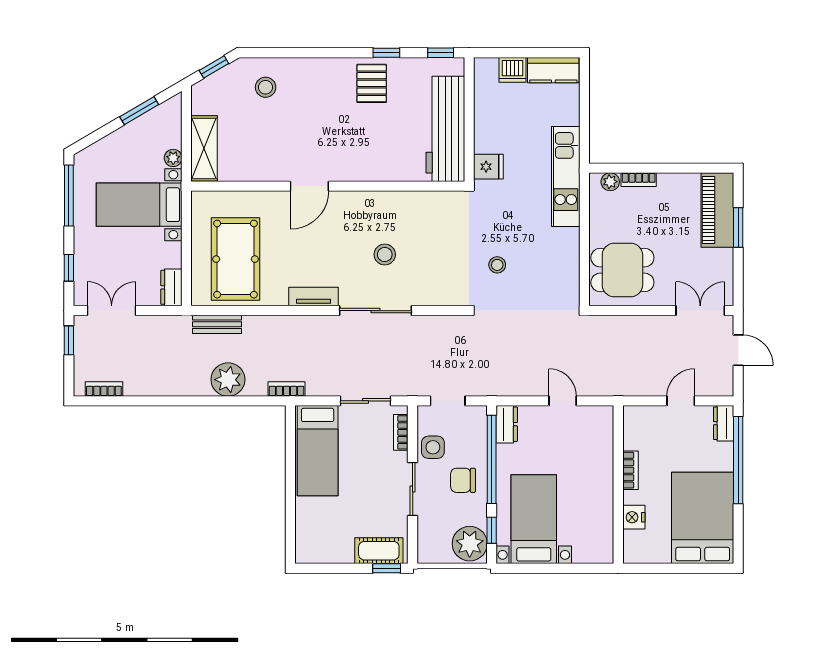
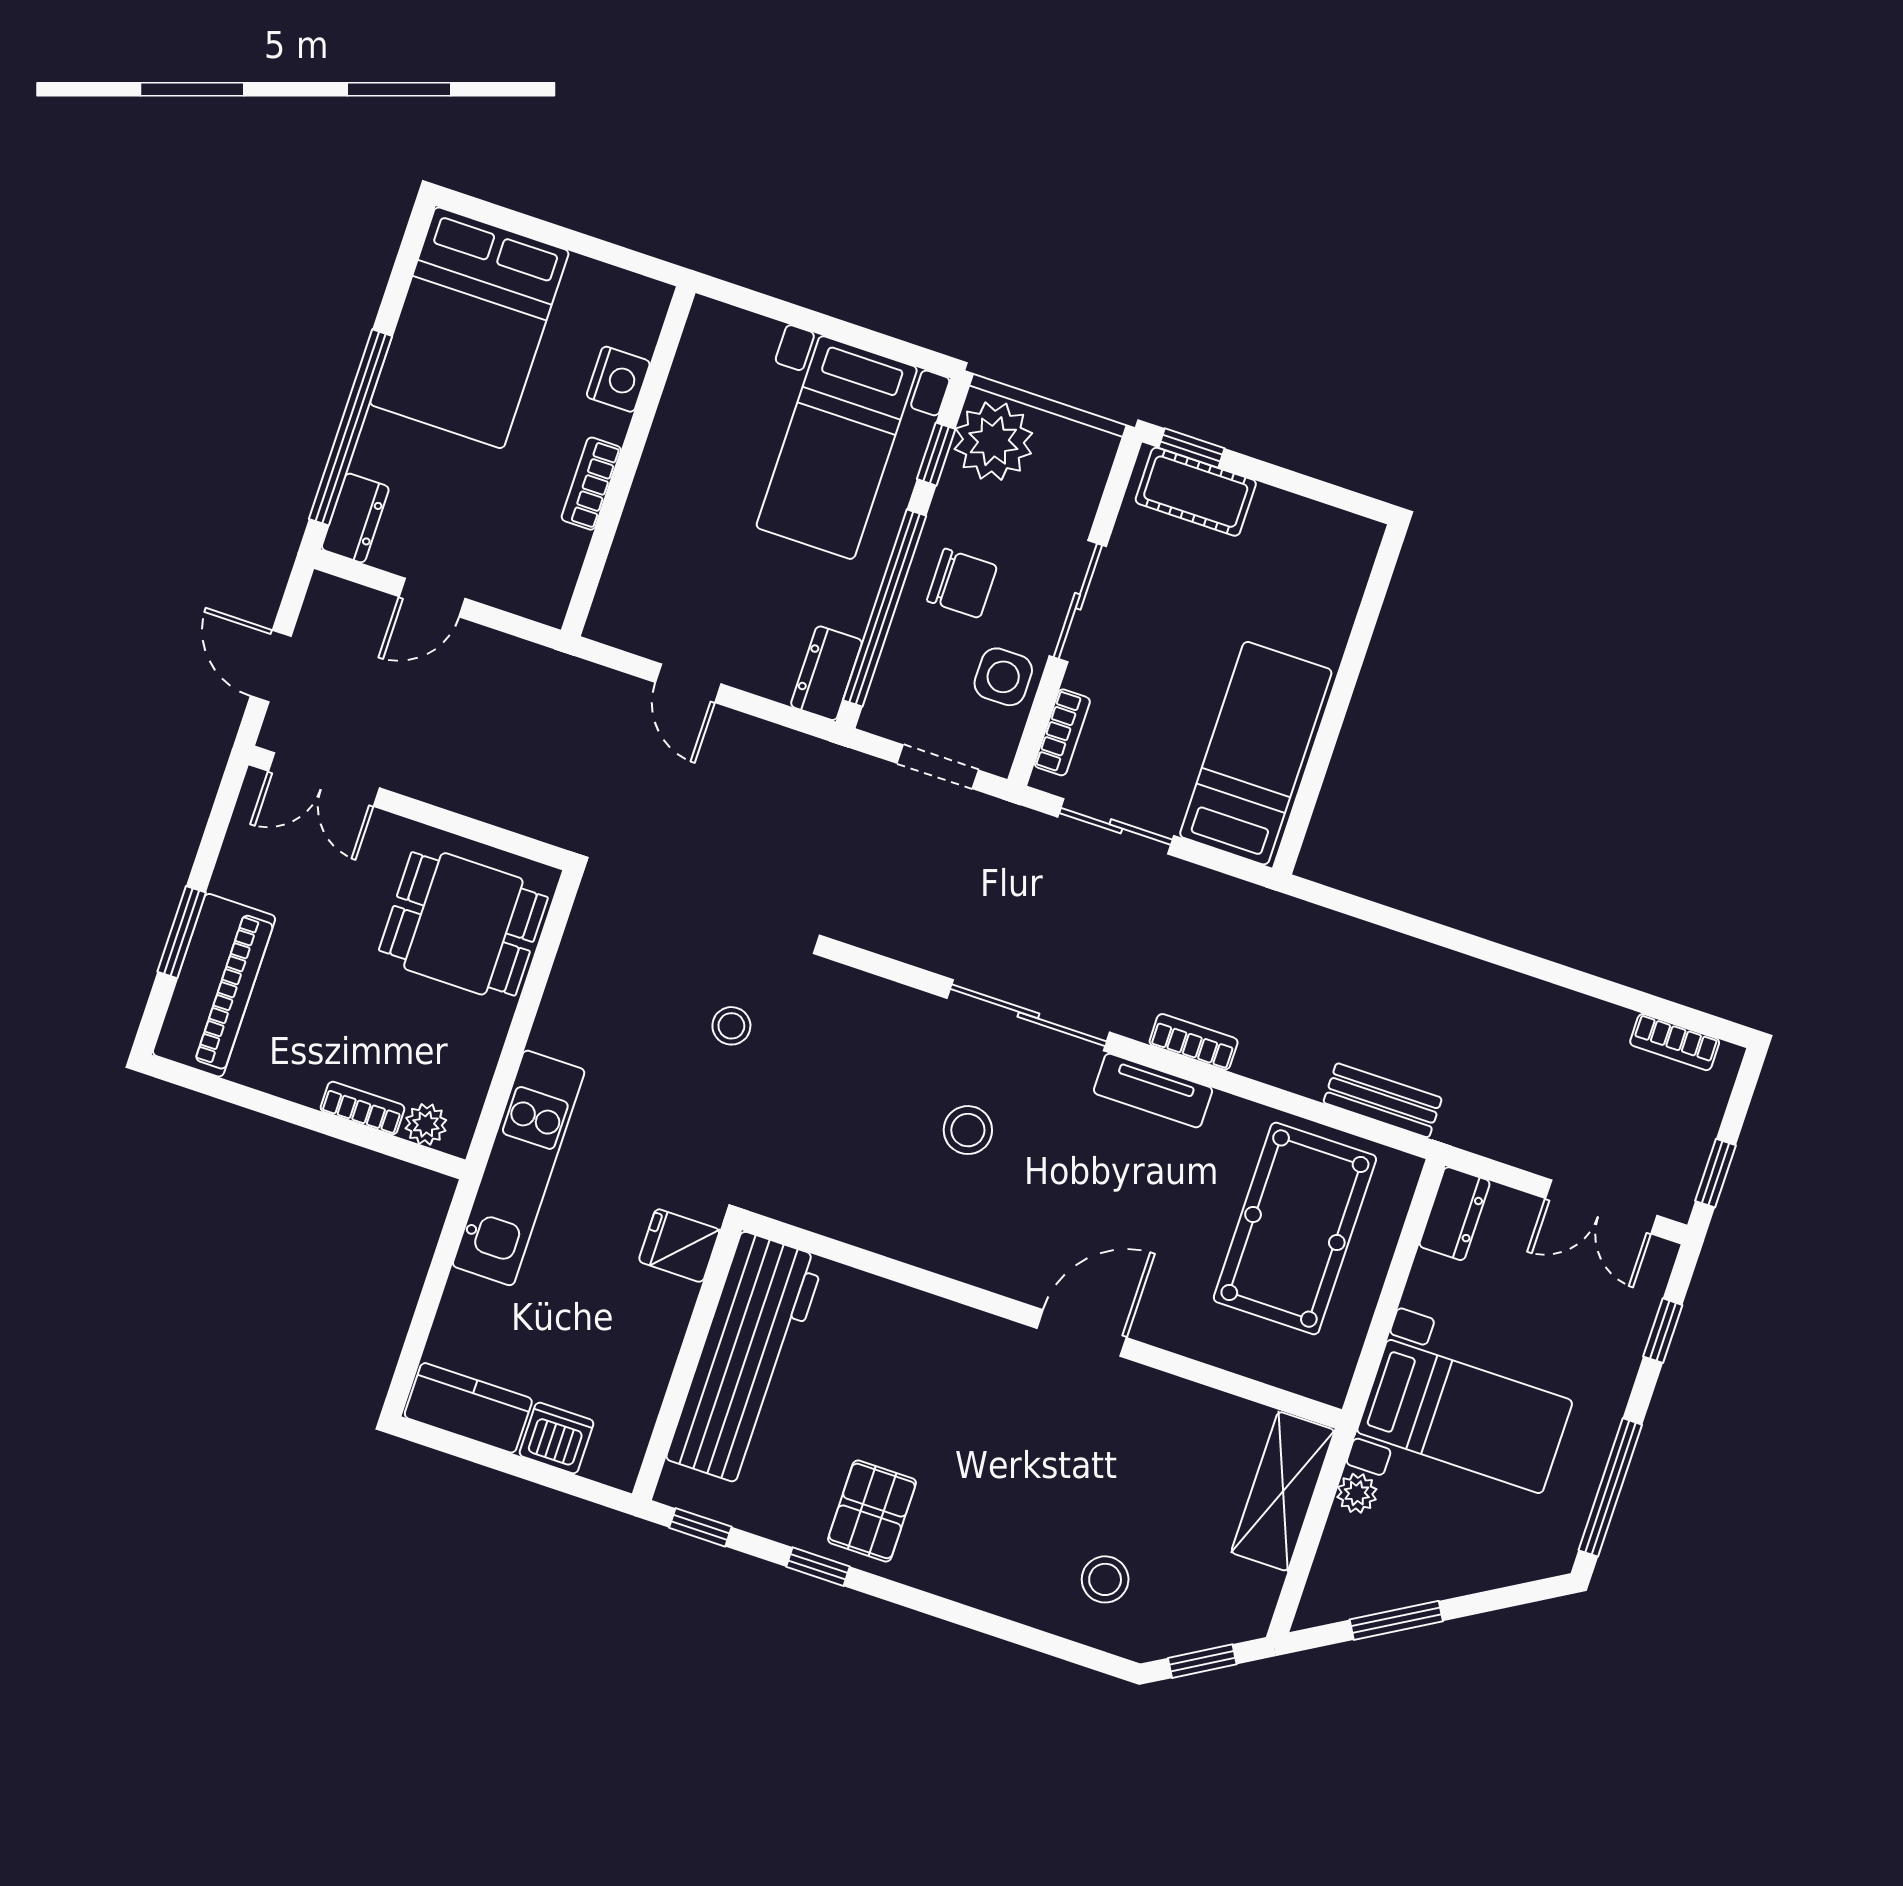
plant: (228, 380) -> (1399, 973), removed
bookcase: (286, 389) -> (1194, 1042), moved, turned 180

